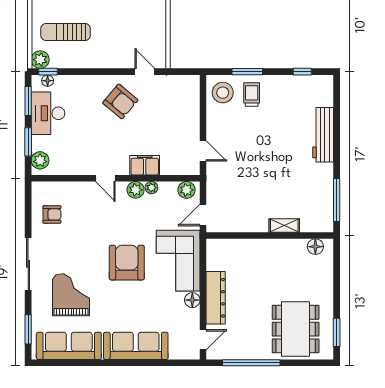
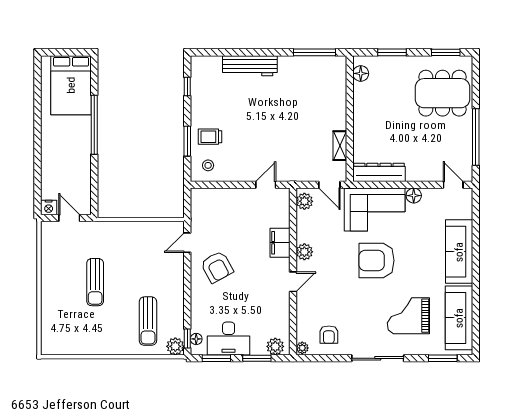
stool: (223, 93) -> (208, 165), width x0.53, depth x0.53
armchair: (120, 101) -> (217, 267), turned 111
plant: (151, 188) -> (302, 348), moved
armchair: (52, 214) -> (329, 335), turned 180
shelving: (284, 226) -> (340, 146), moved
window: (337, 278) -> (392, 52), added
dresser: (216, 298) -> (379, 172), moved

